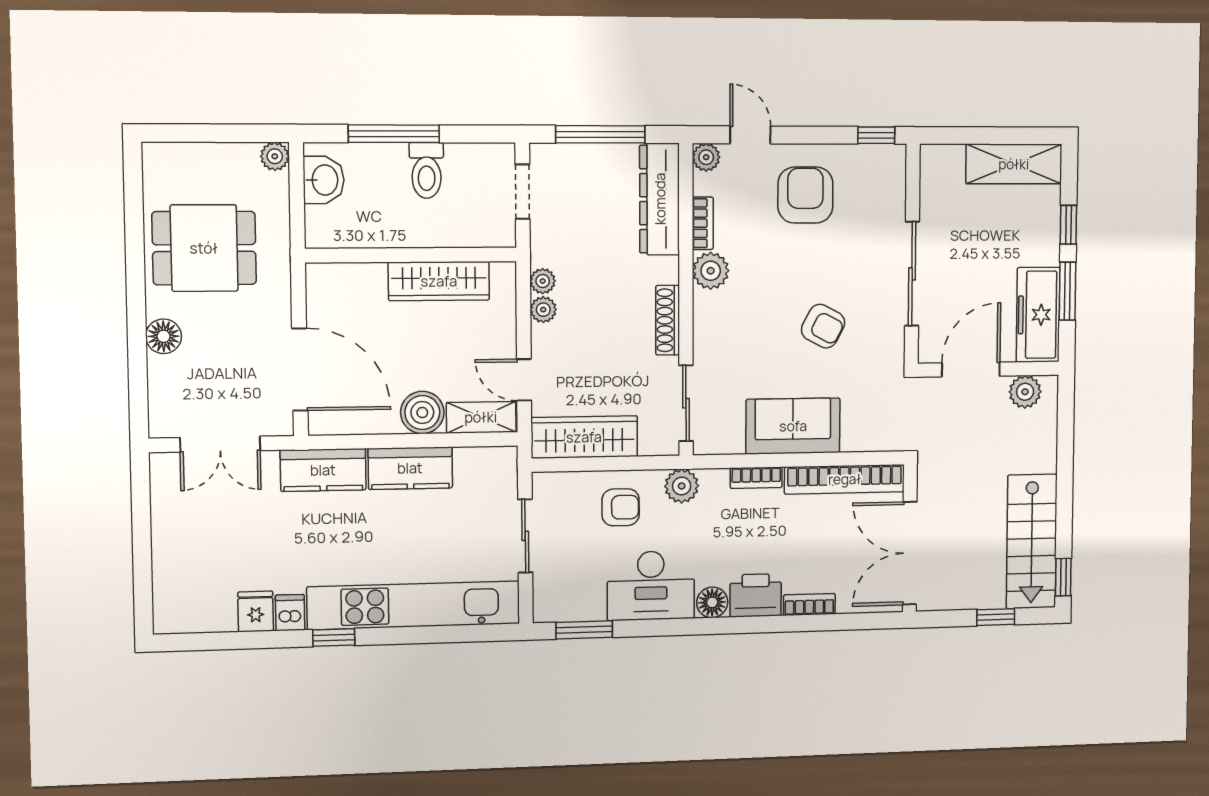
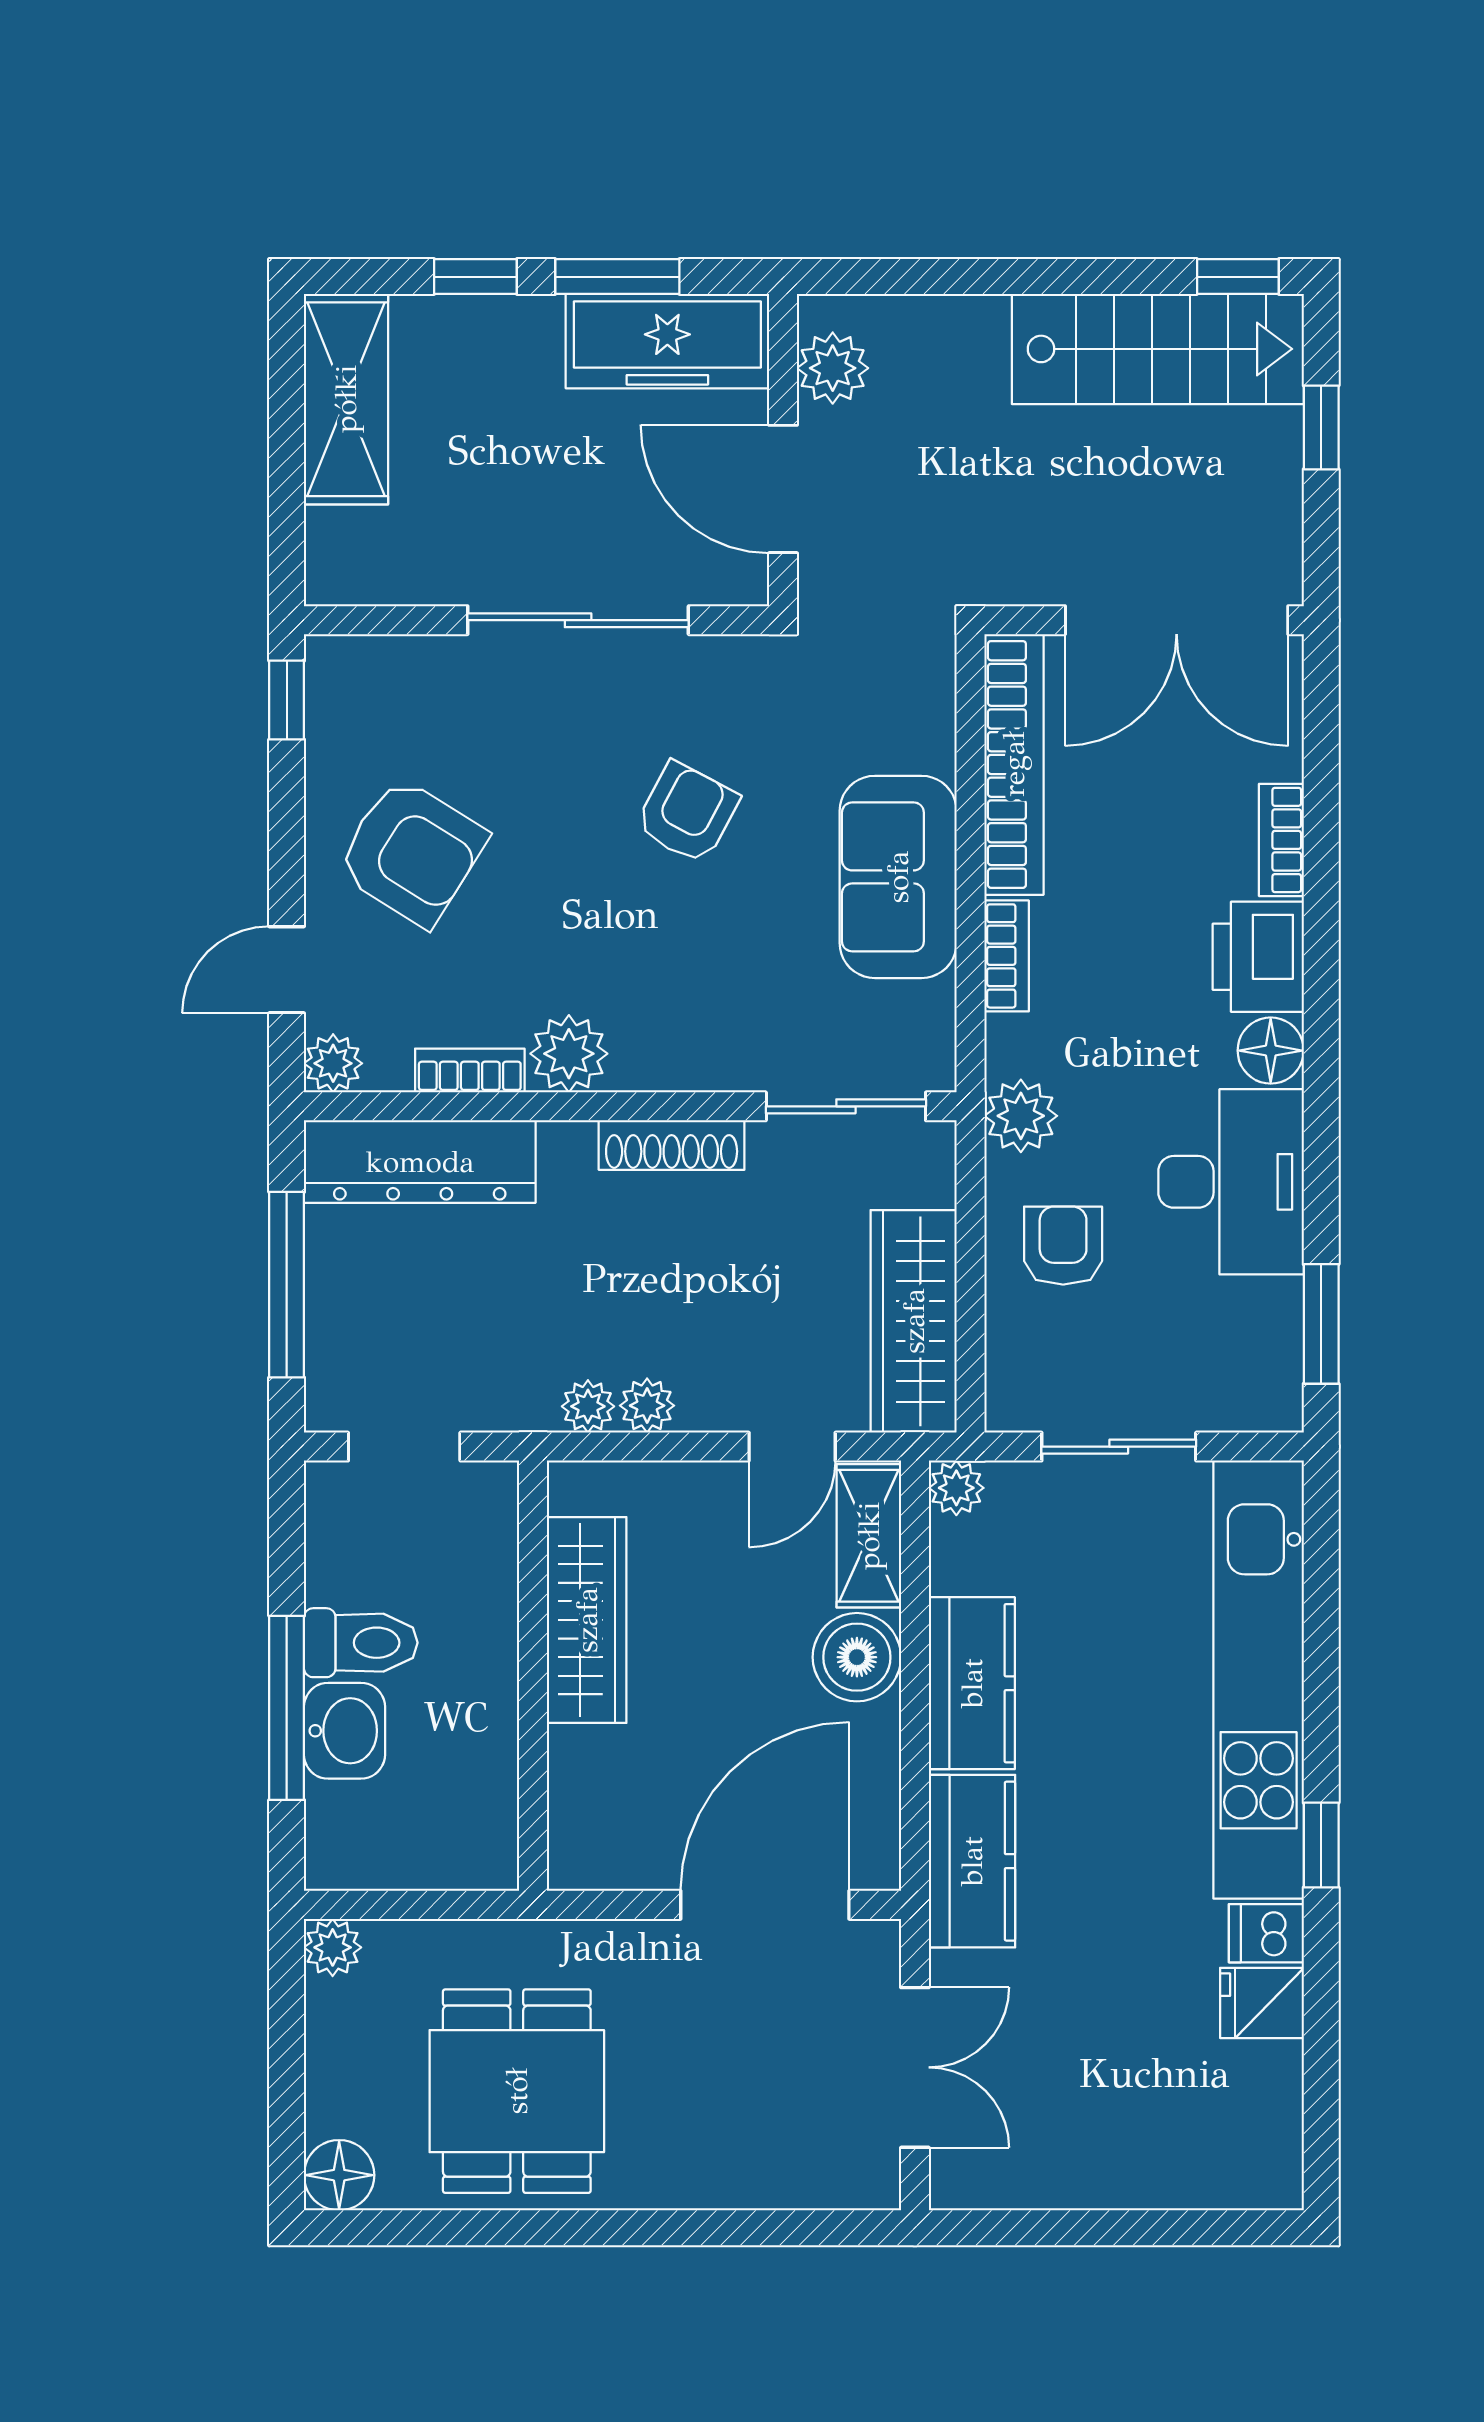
washbasin: (324, 180) -> (344, 1731), moved, turned 90
armchair: (805, 195) -> (412, 852), turned -148
floor lamp: (164, 336) -> (339, 2175), moved
plant: (505, 459) -> (956, 1488), added

